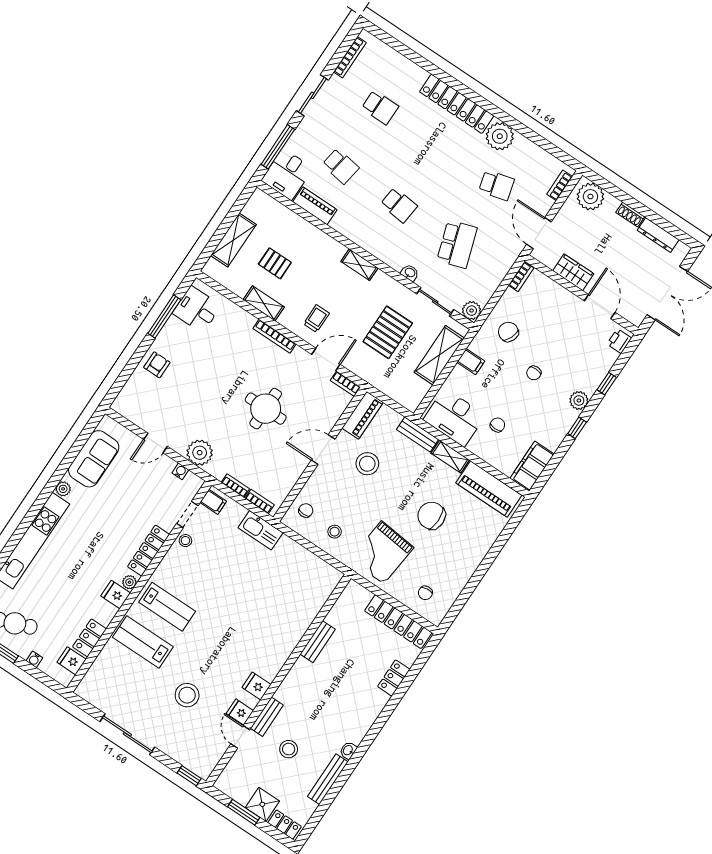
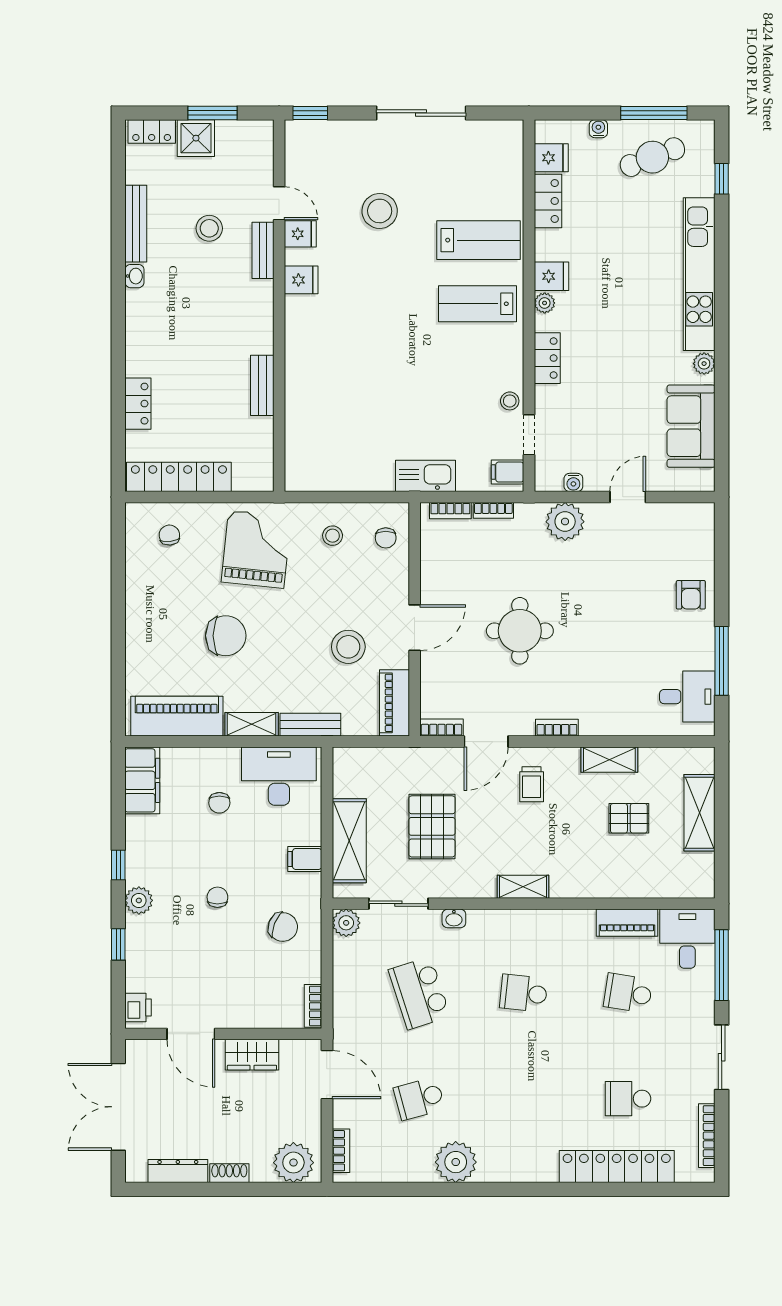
locker: (457, 104) -> (617, 1166), moved
bookcase: (274, 336) -> (557, 728), width x0.64
locker: (149, 551) -> (547, 358), width x0.66

